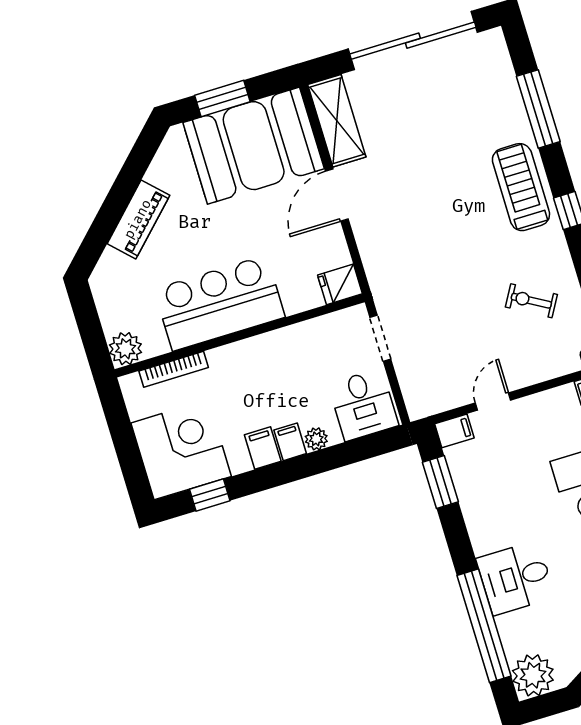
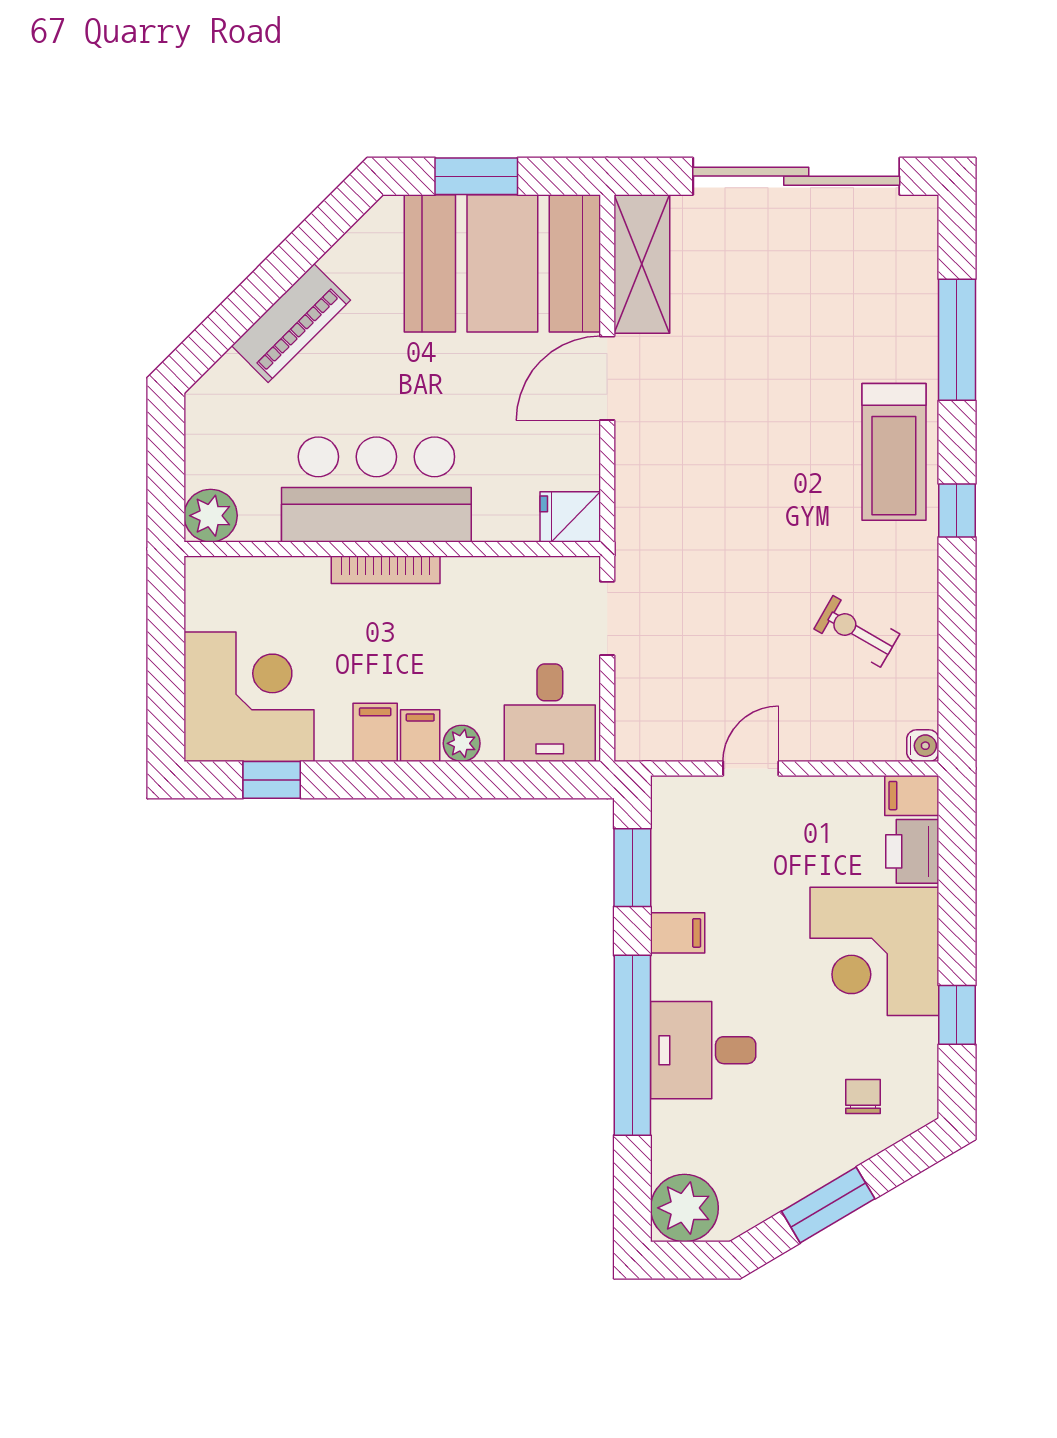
treadmill: (521, 187) -> (894, 452), turned 180
bookcase: (174, 369) -> (386, 570), moved
filing cabinet: (454, 431) -> (678, 933), moved
window: (484, 626) -> (632, 1045), moved

